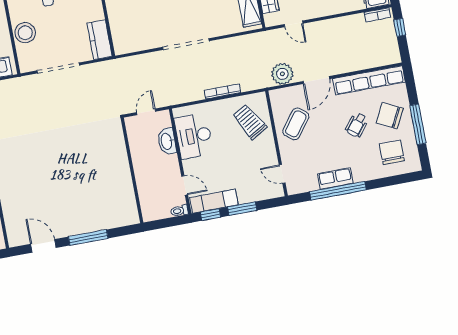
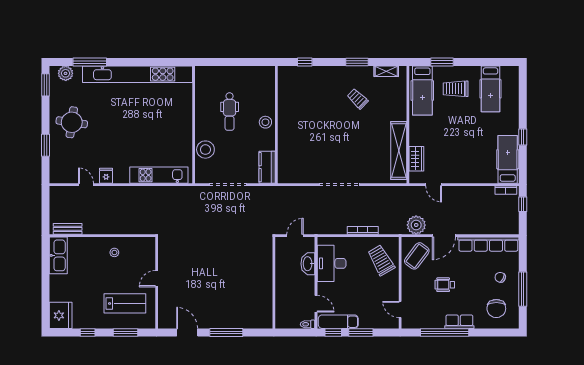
chair: (390, 116) -> (500, 277), width x0.54, depth x0.54
coffee table: (296, 124) -> (417, 256), moved
wheelchair: (357, 125) -> (445, 285), moved, turned 51
chair: (392, 152) -> (496, 309), turned 180
row of seats: (335, 179) -> (459, 322), moved

